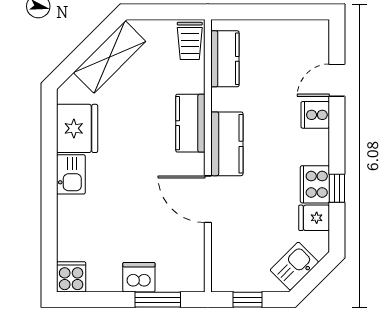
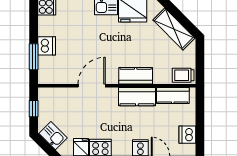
dishwasher: (292, 34) -> (187, 135), added
kitchen counter: (227, 144) -> (137, 97), moved

